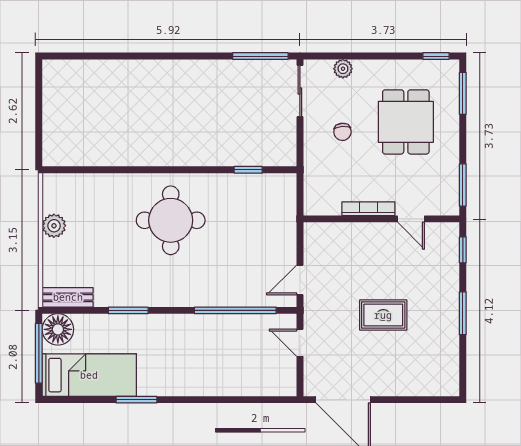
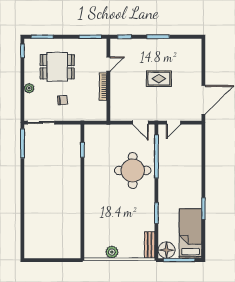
plant: (343, 69) -> (29, 88), moved
round table: (171, 220) -> (133, 170), moved
rug: (383, 315) -> (159, 79), turned 90

